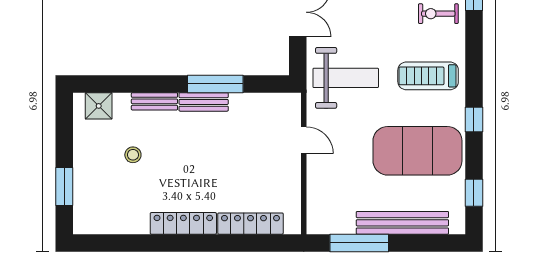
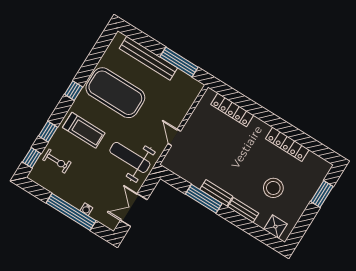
stool: (133, 155) -> (273, 188), width x1.89, depth x1.89
window: (474, 193) -> (48, 132), moved
locker: (183, 223) -> (287, 144), moved

